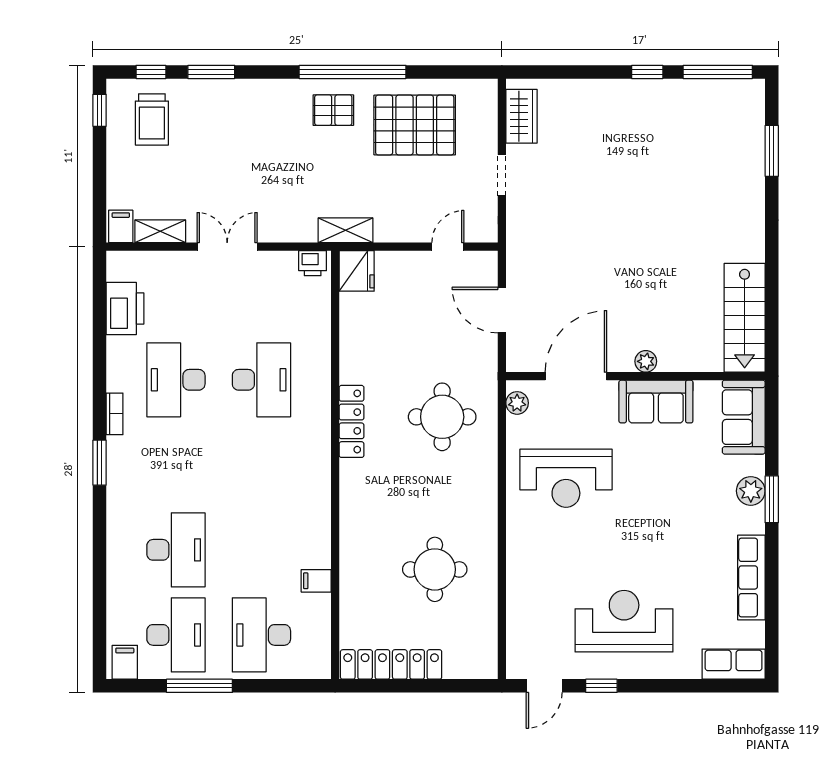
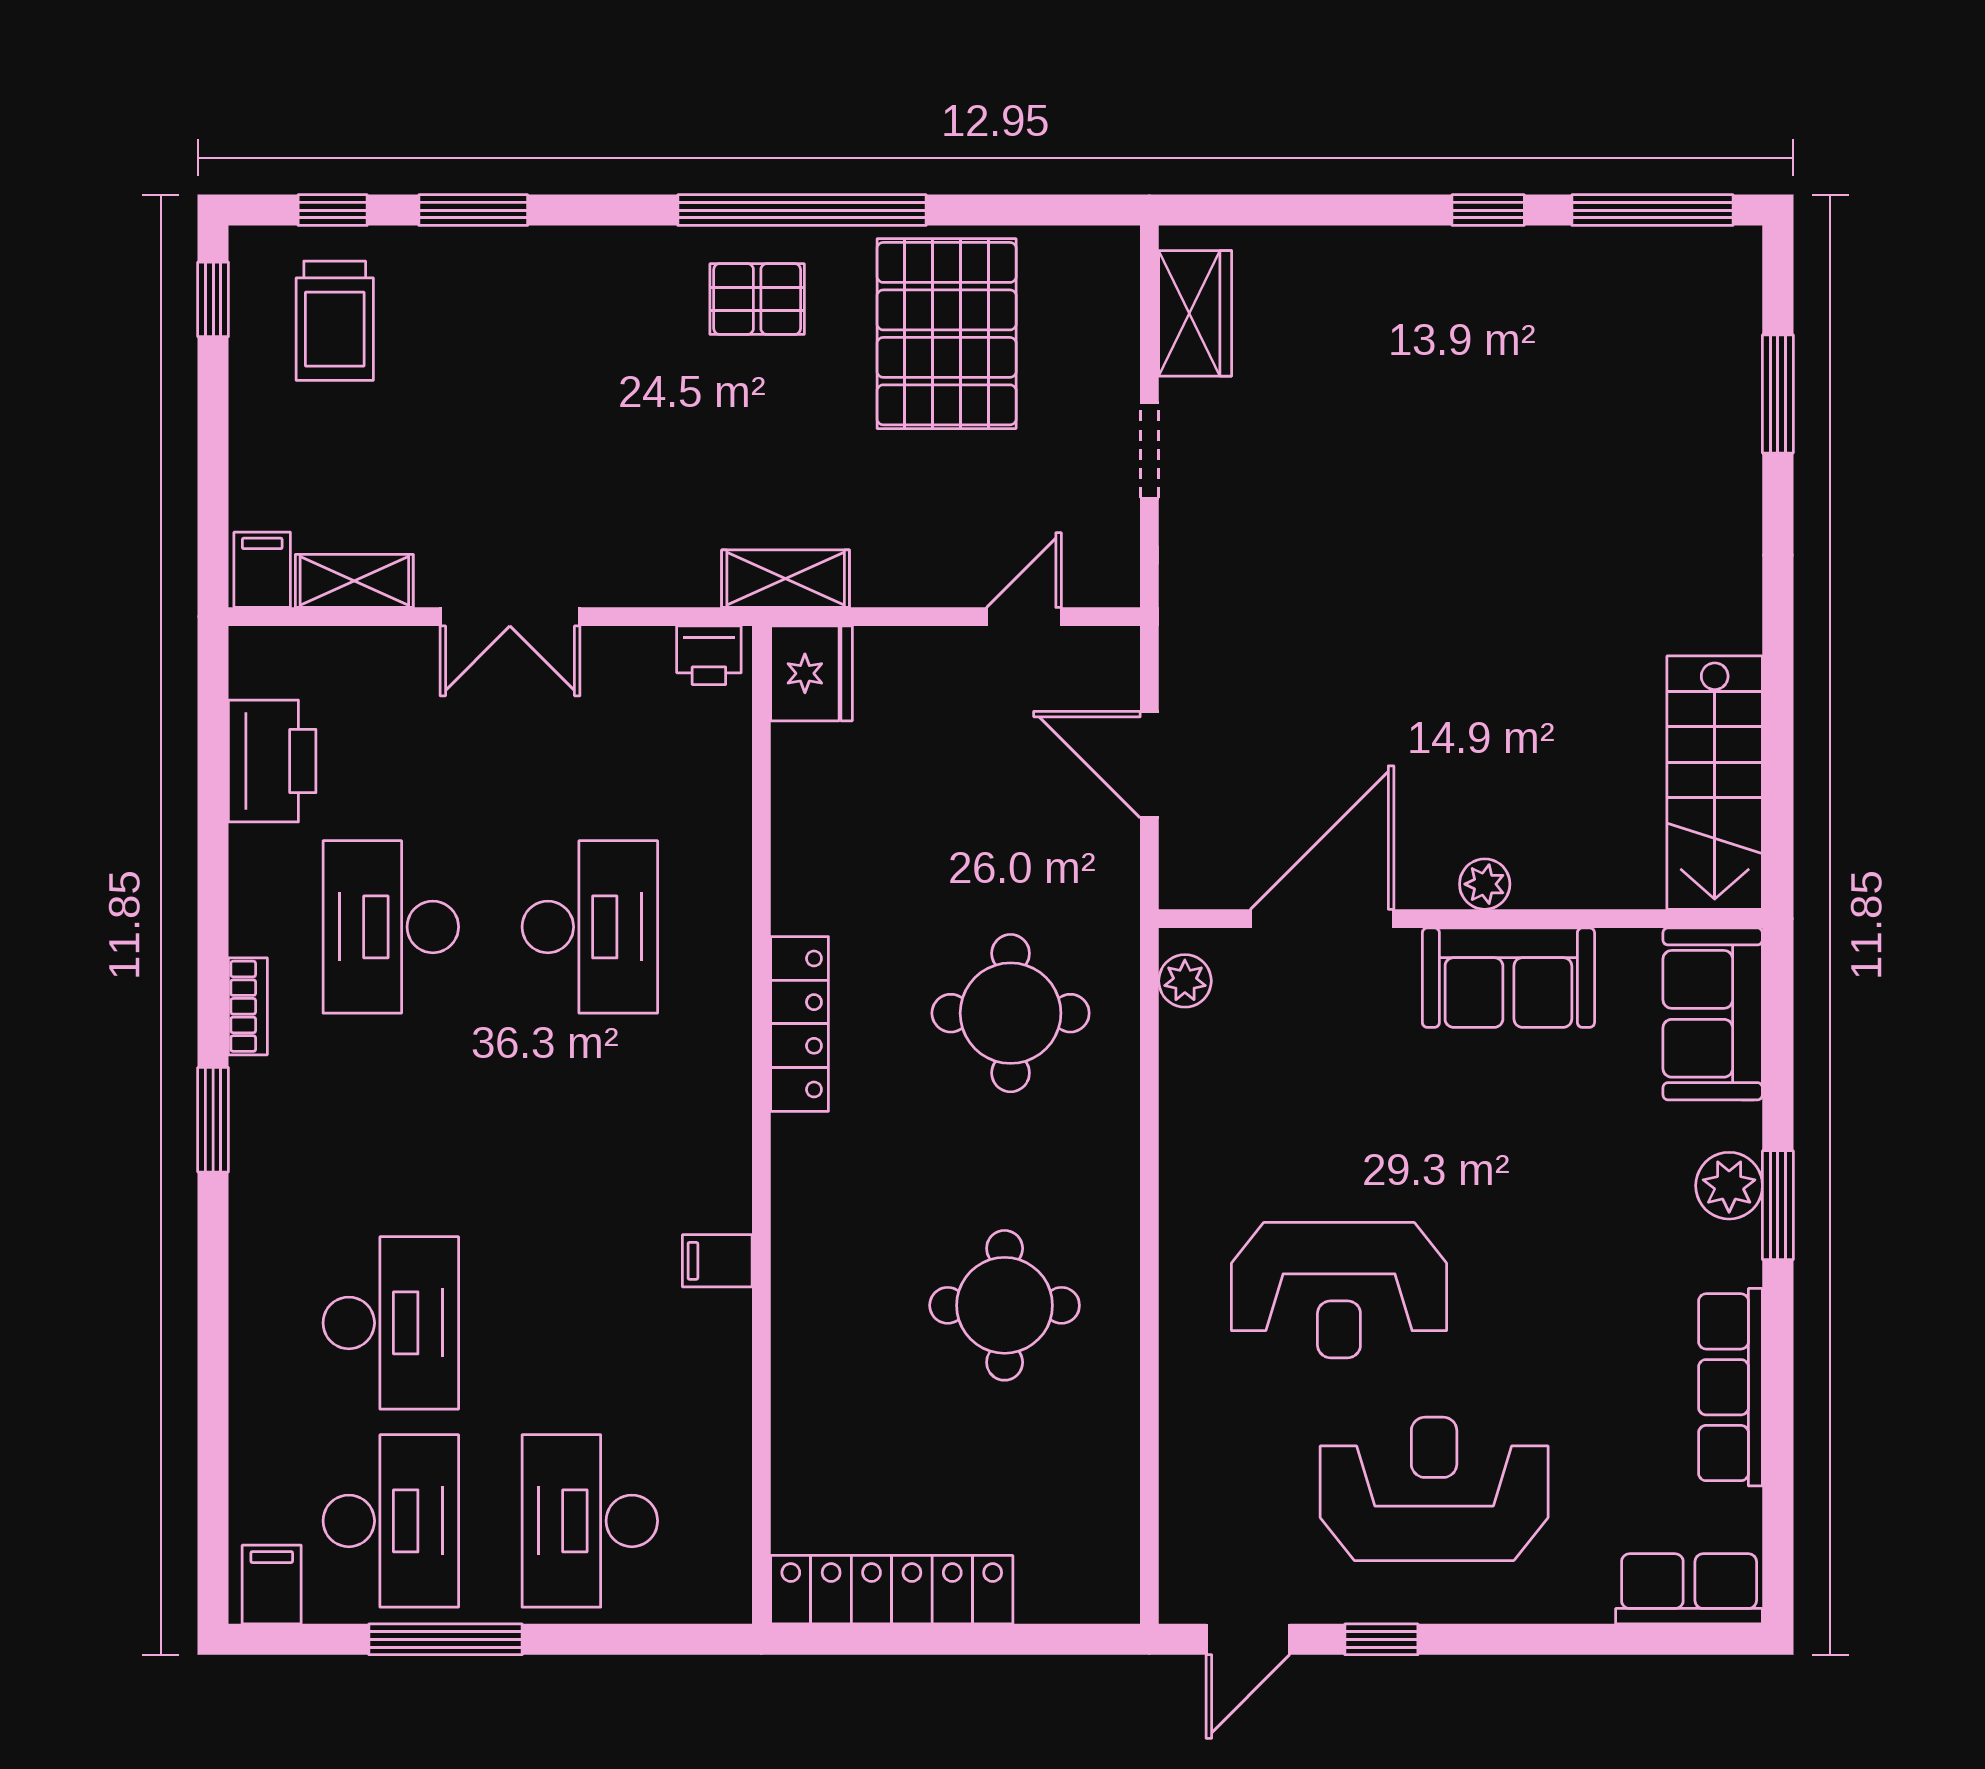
pallet: (415, 125) -> (947, 334), turned 90
double door: (227, 247) -> (510, 617), swing flipped
reception desk: (566, 478) -> (1339, 1290), moved
round table: (435, 569) -> (1005, 1305), moved
filing cabinet: (316, 581) -> (717, 1261), moved

